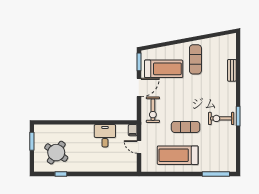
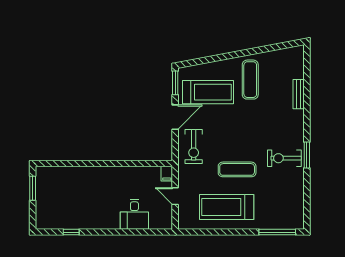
desk: (105, 136) -> (134, 214), moved, turned 180
round table: (56, 153) -> (65, 204), removed

